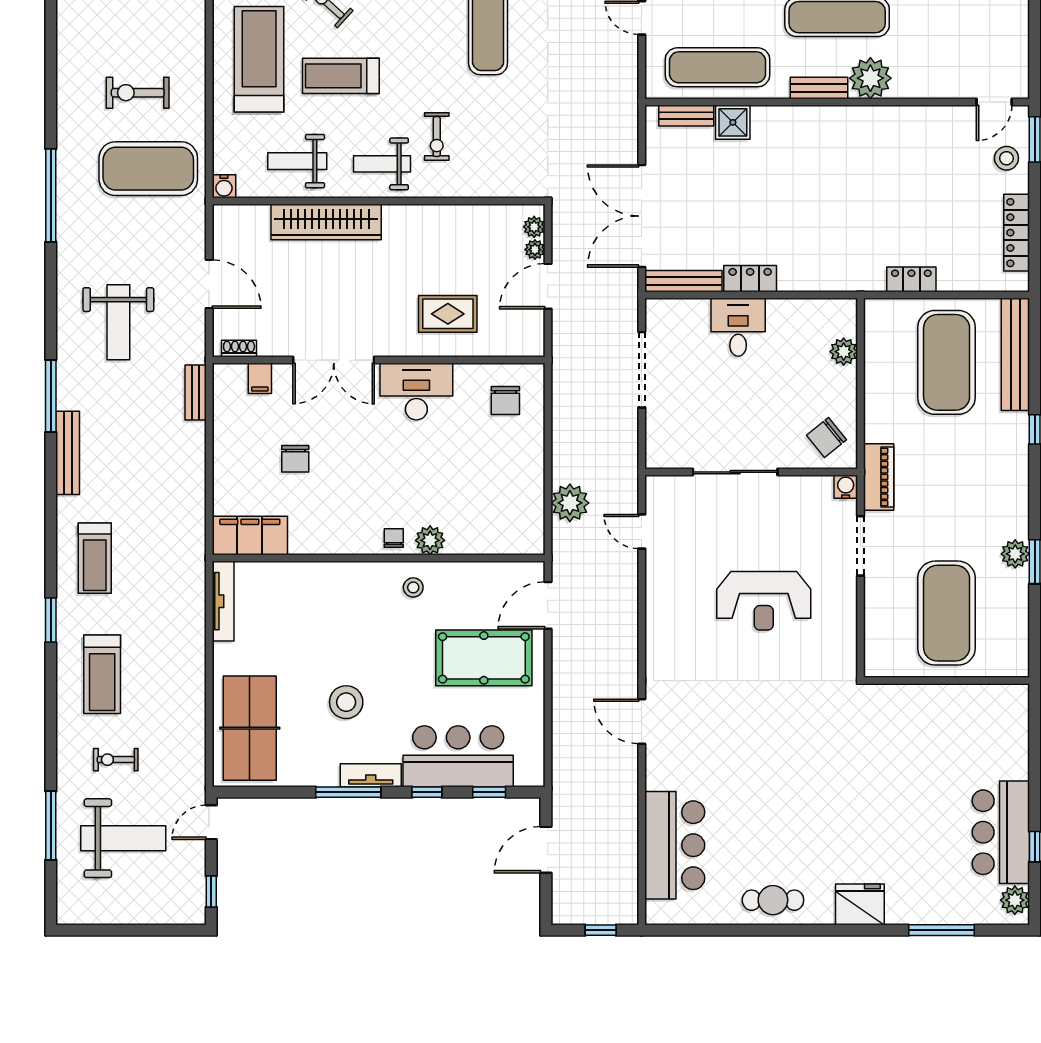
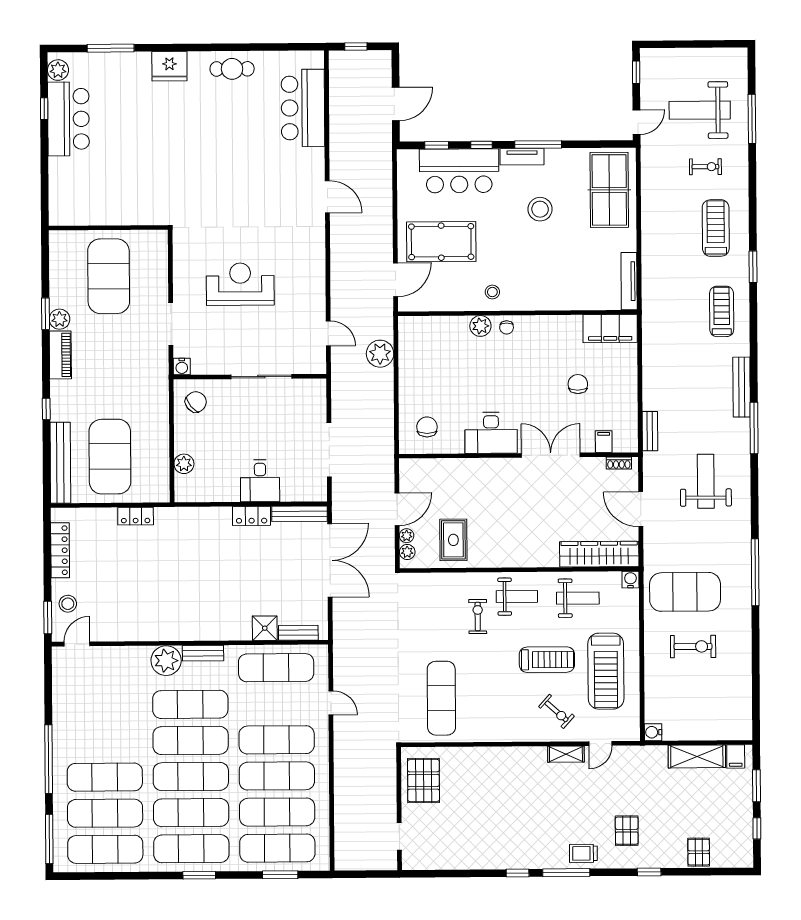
wardrobe: (326, 222) -> (599, 554), moved
rug: (448, 314) -> (453, 540), moved, turned 90
piano: (879, 477) -> (60, 355), moved, turned 180

